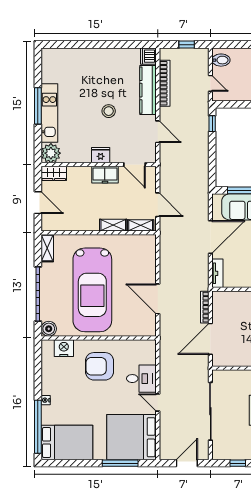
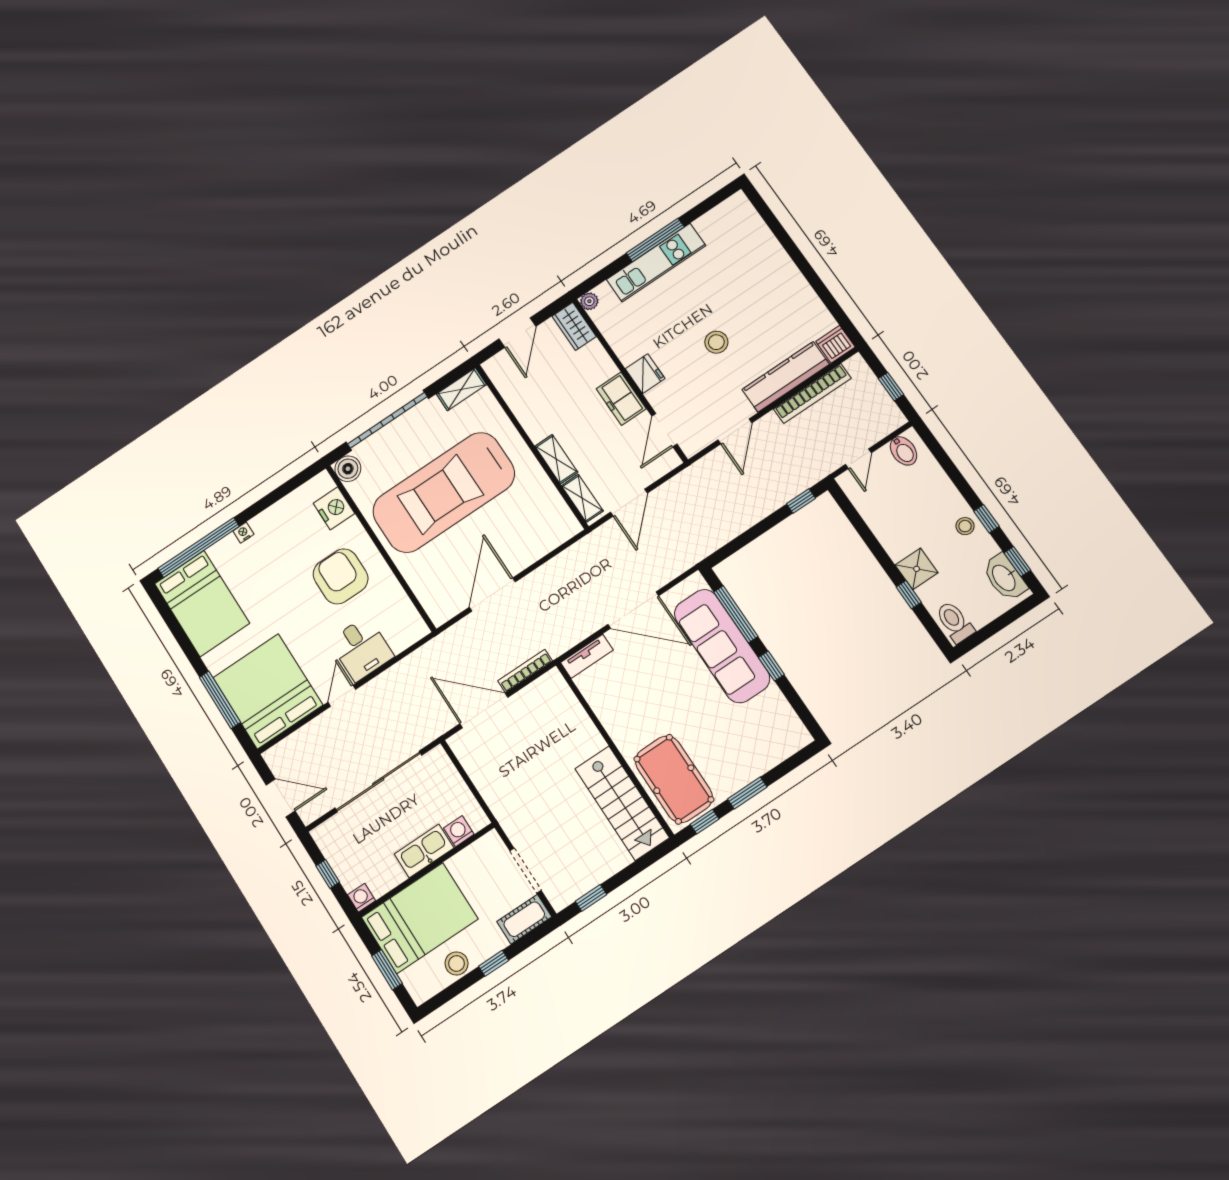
plant: (51, 153) -> (589, 301), width x0.53, depth x0.53

